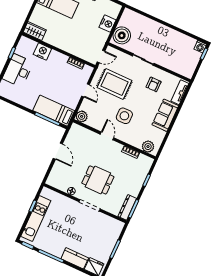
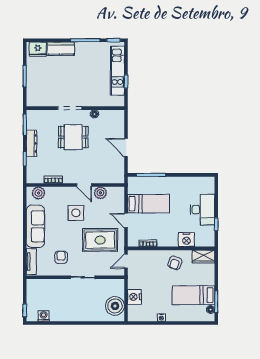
boiler: (122, 35) -> (115, 306), moved
armchair: (61, 37) -> (175, 263), added
washing machine: (200, 47) -> (44, 316), moved
bed: (54, 111) -> (149, 204), moved
sofa: (165, 115) -> (35, 226), width x1.36
plant: (82, 116) -> (100, 193), moved
dresser: (127, 207) -> (32, 143), moved

